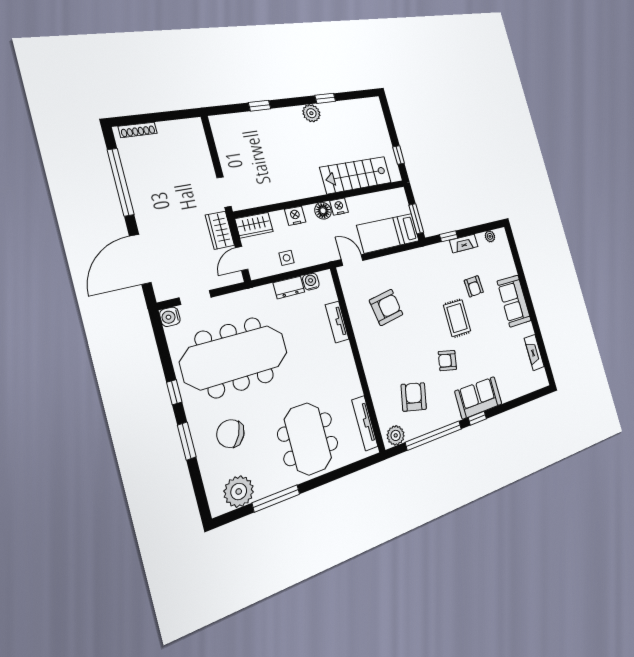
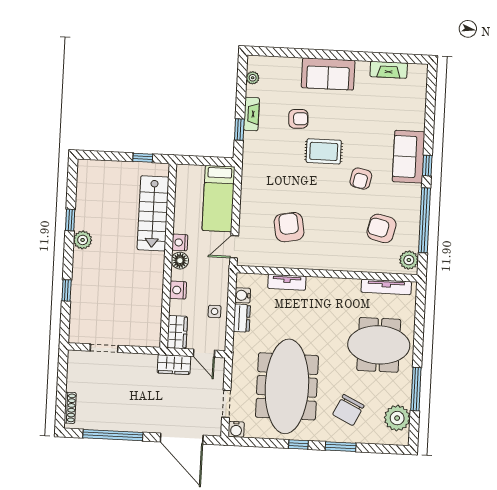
doorway: (224, 192) -> (104, 348), moved
window: (416, 219) -> (212, 161), removed

